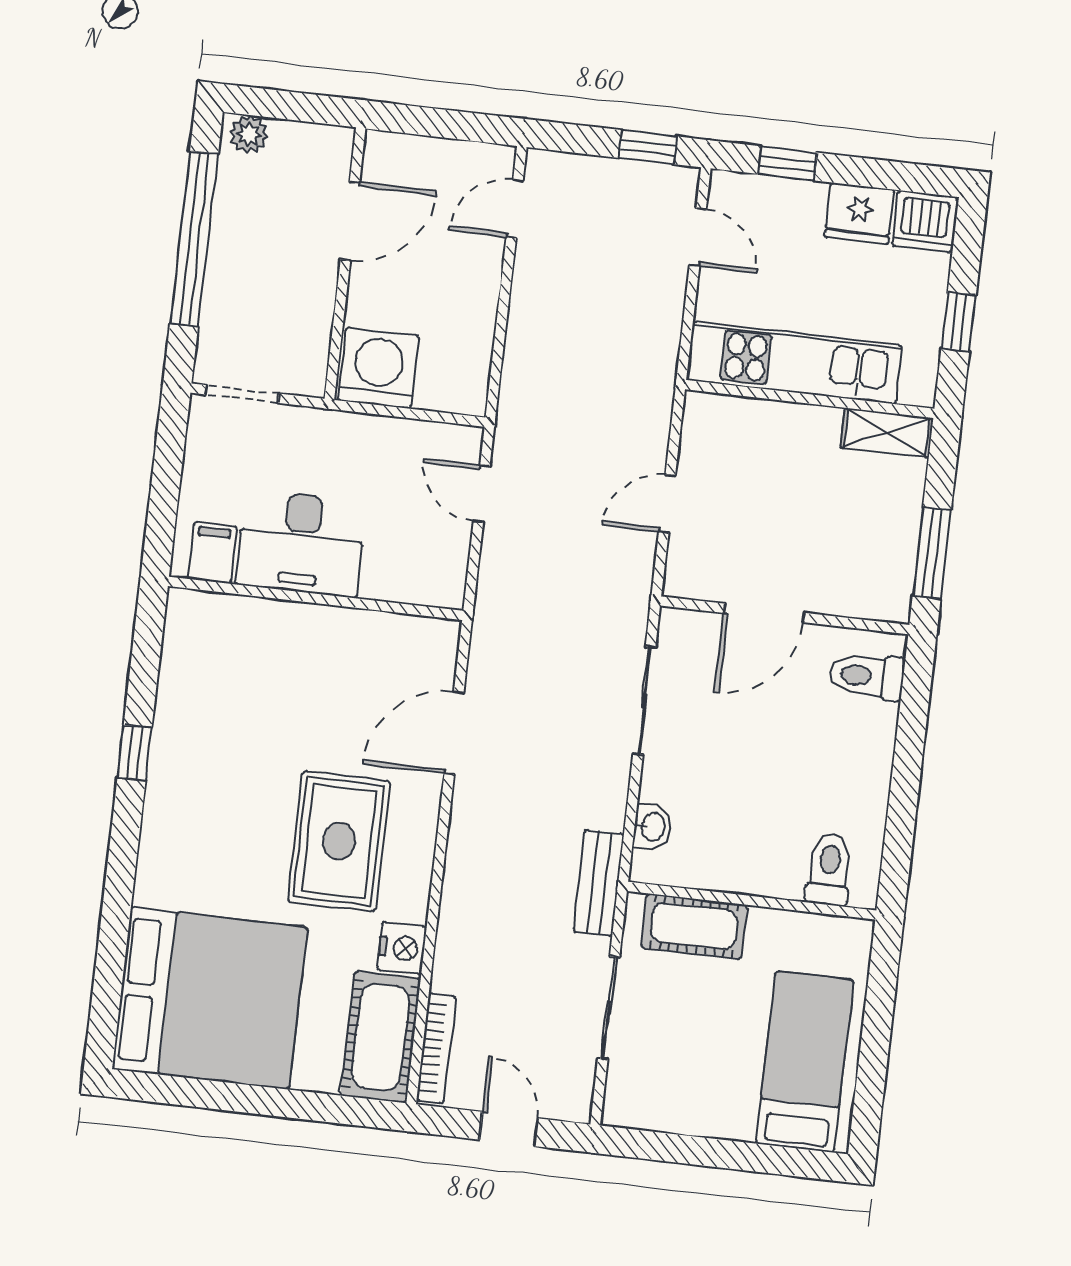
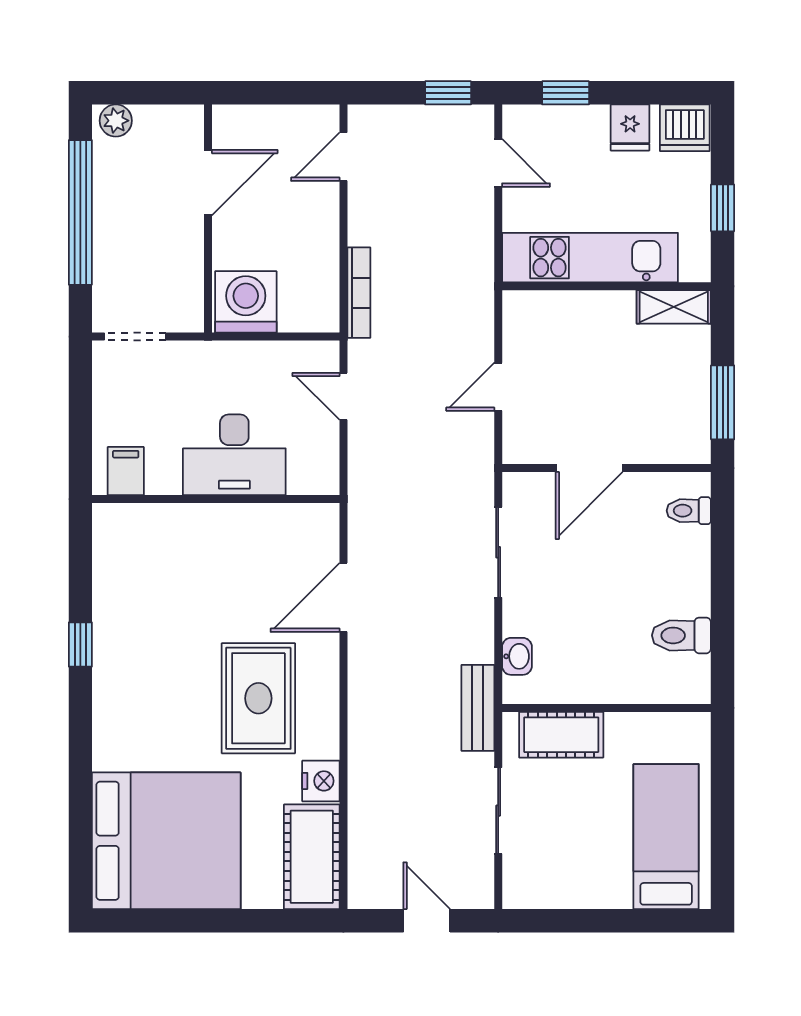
fridge: (860, 213) -> (630, 127), width x0.72
desk: (301, 543) -> (234, 455), moved
toilet: (867, 676) -> (689, 511), width x0.73, depth x0.72
toilet: (829, 869) -> (681, 635), moved, turned -90
bookcase: (436, 1048) -> (359, 293), moved

